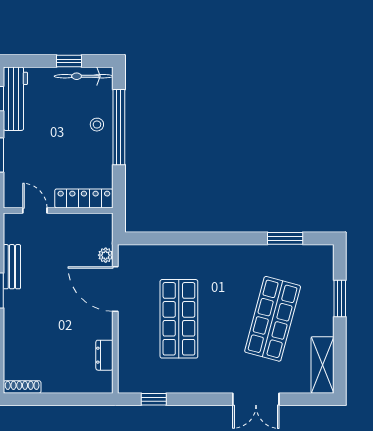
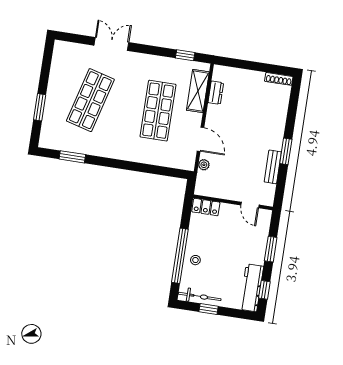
locker: (84, 198) -> (206, 207), width x0.66
door: (115, 289) -> (201, 139), width x0.73
shelving: (322, 365) -> (198, 91), moved

